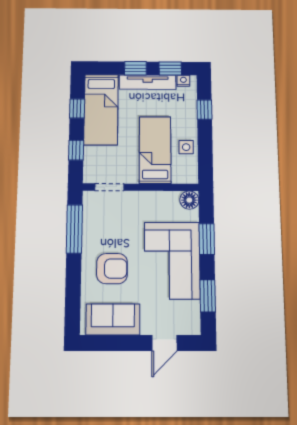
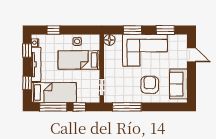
window: (135, 68) -> (27, 83), moved
window: (77, 108) -> (53, 107), width x2.17

